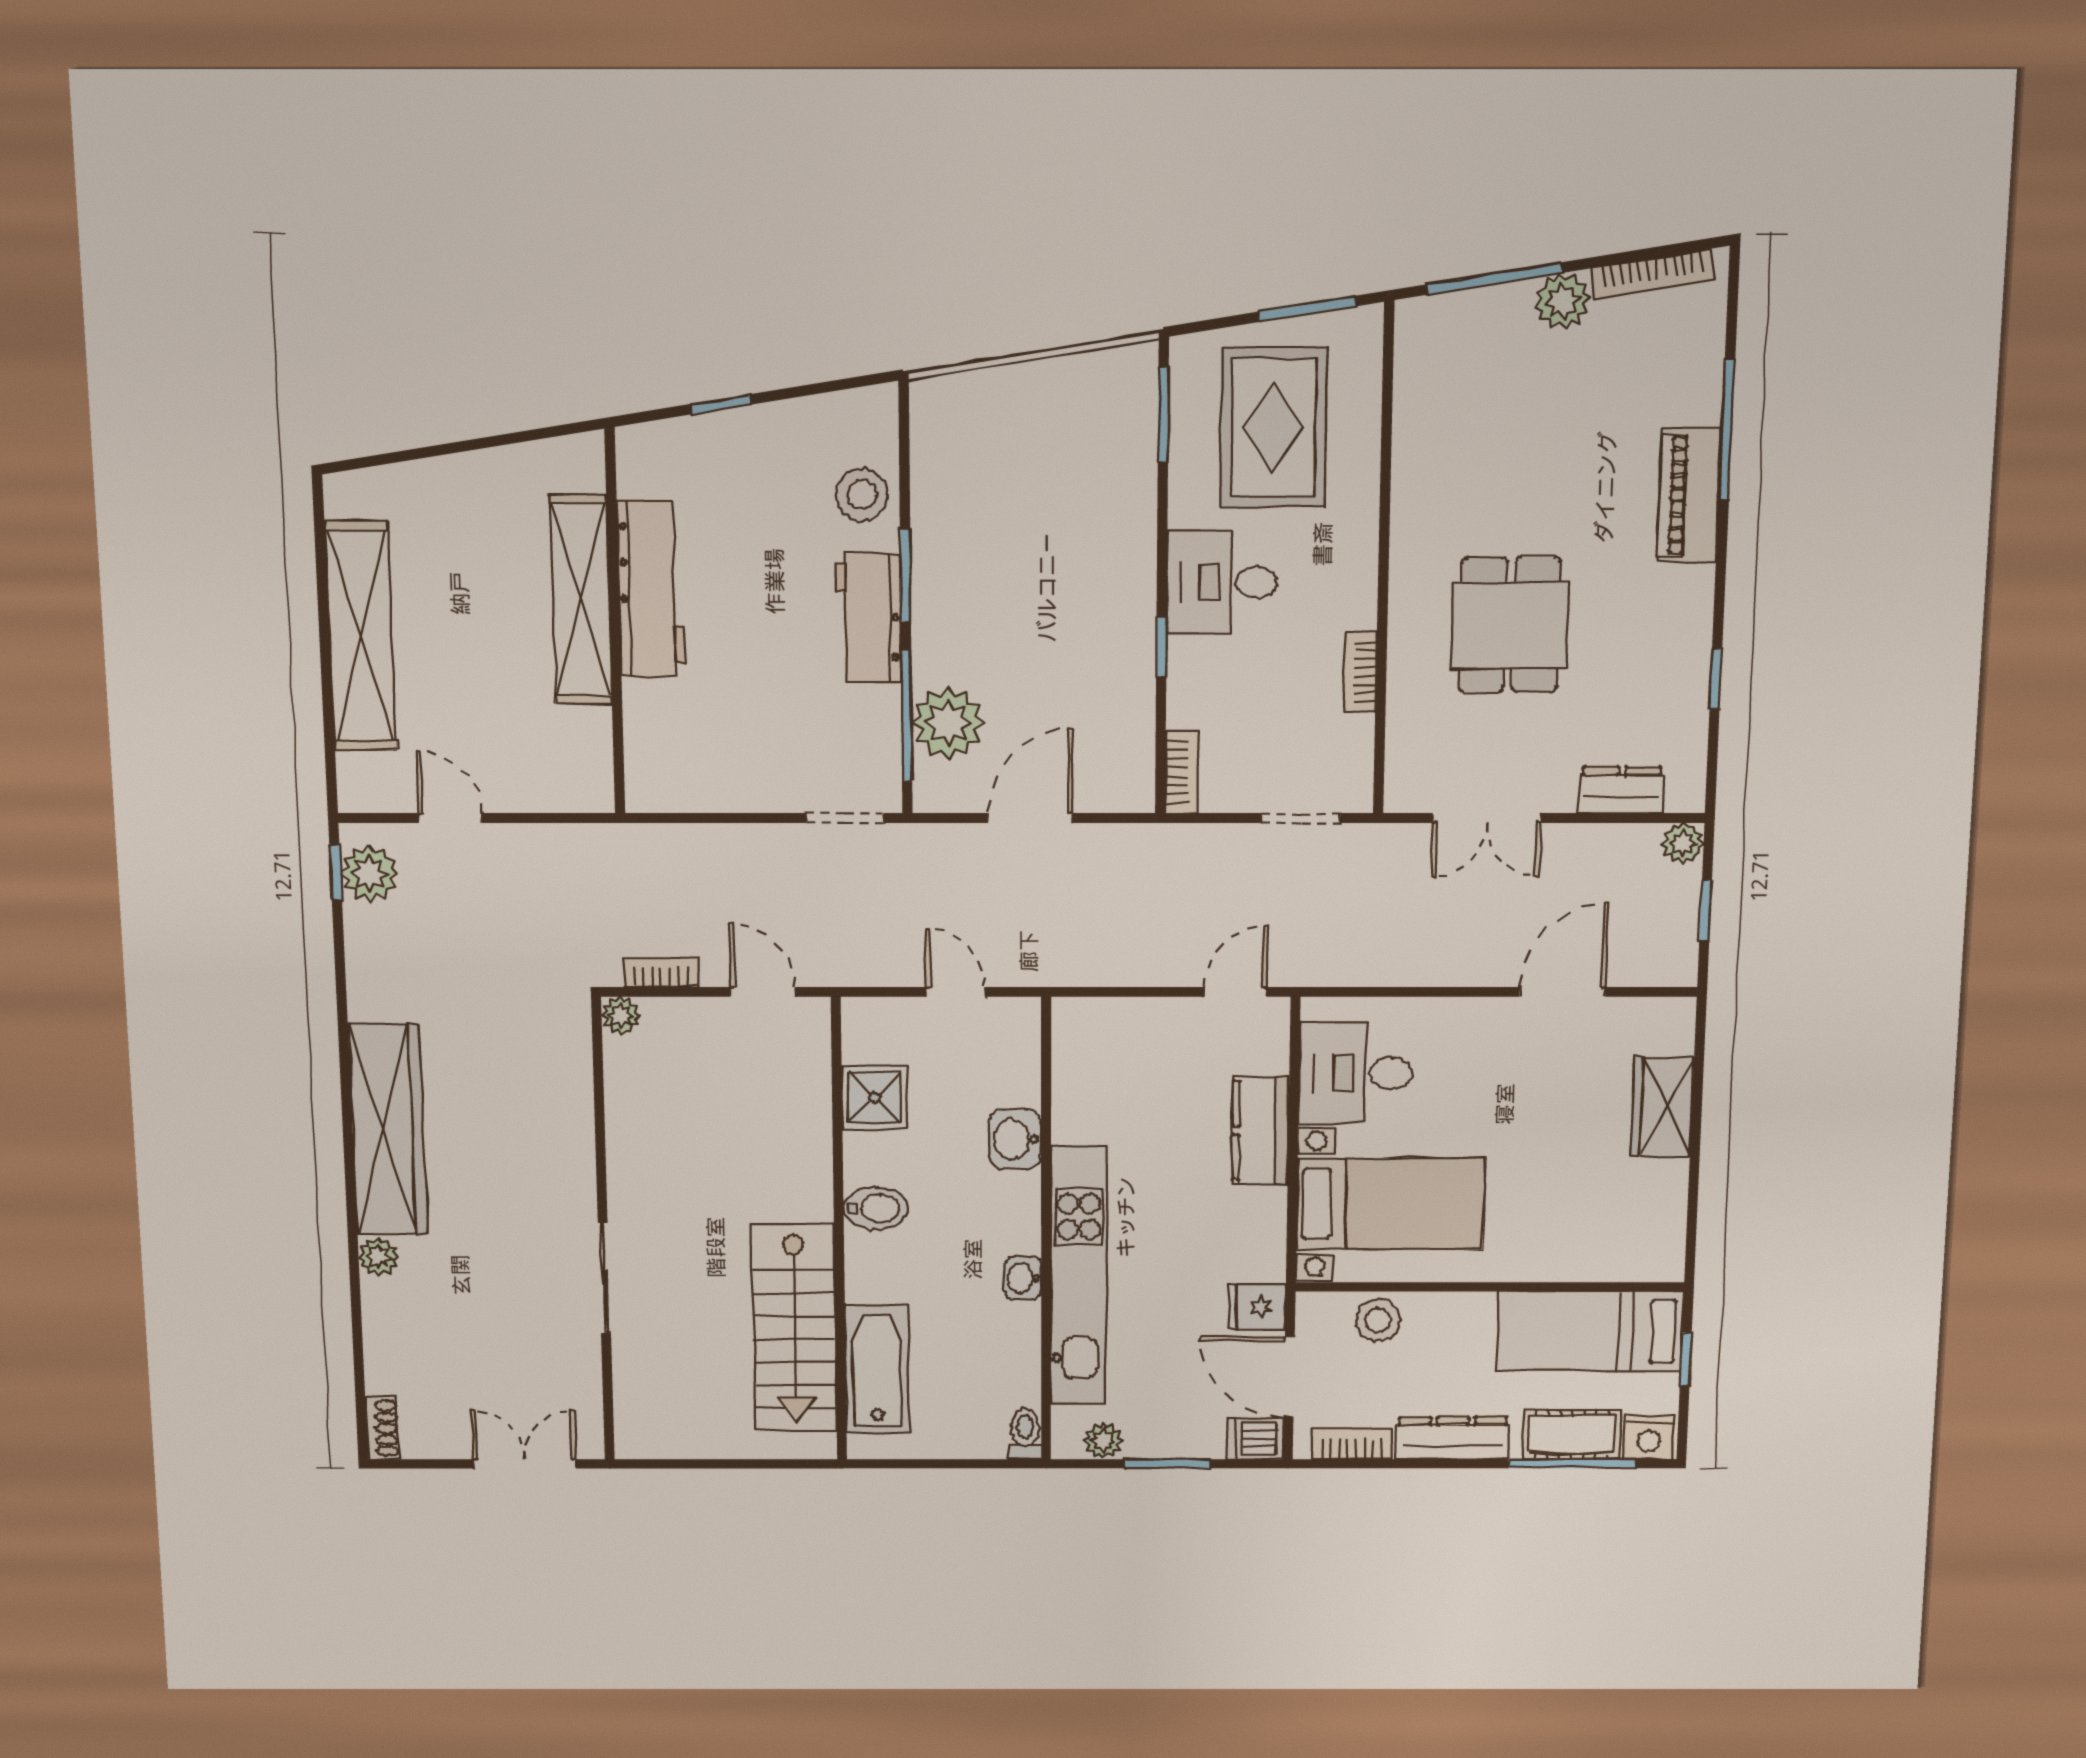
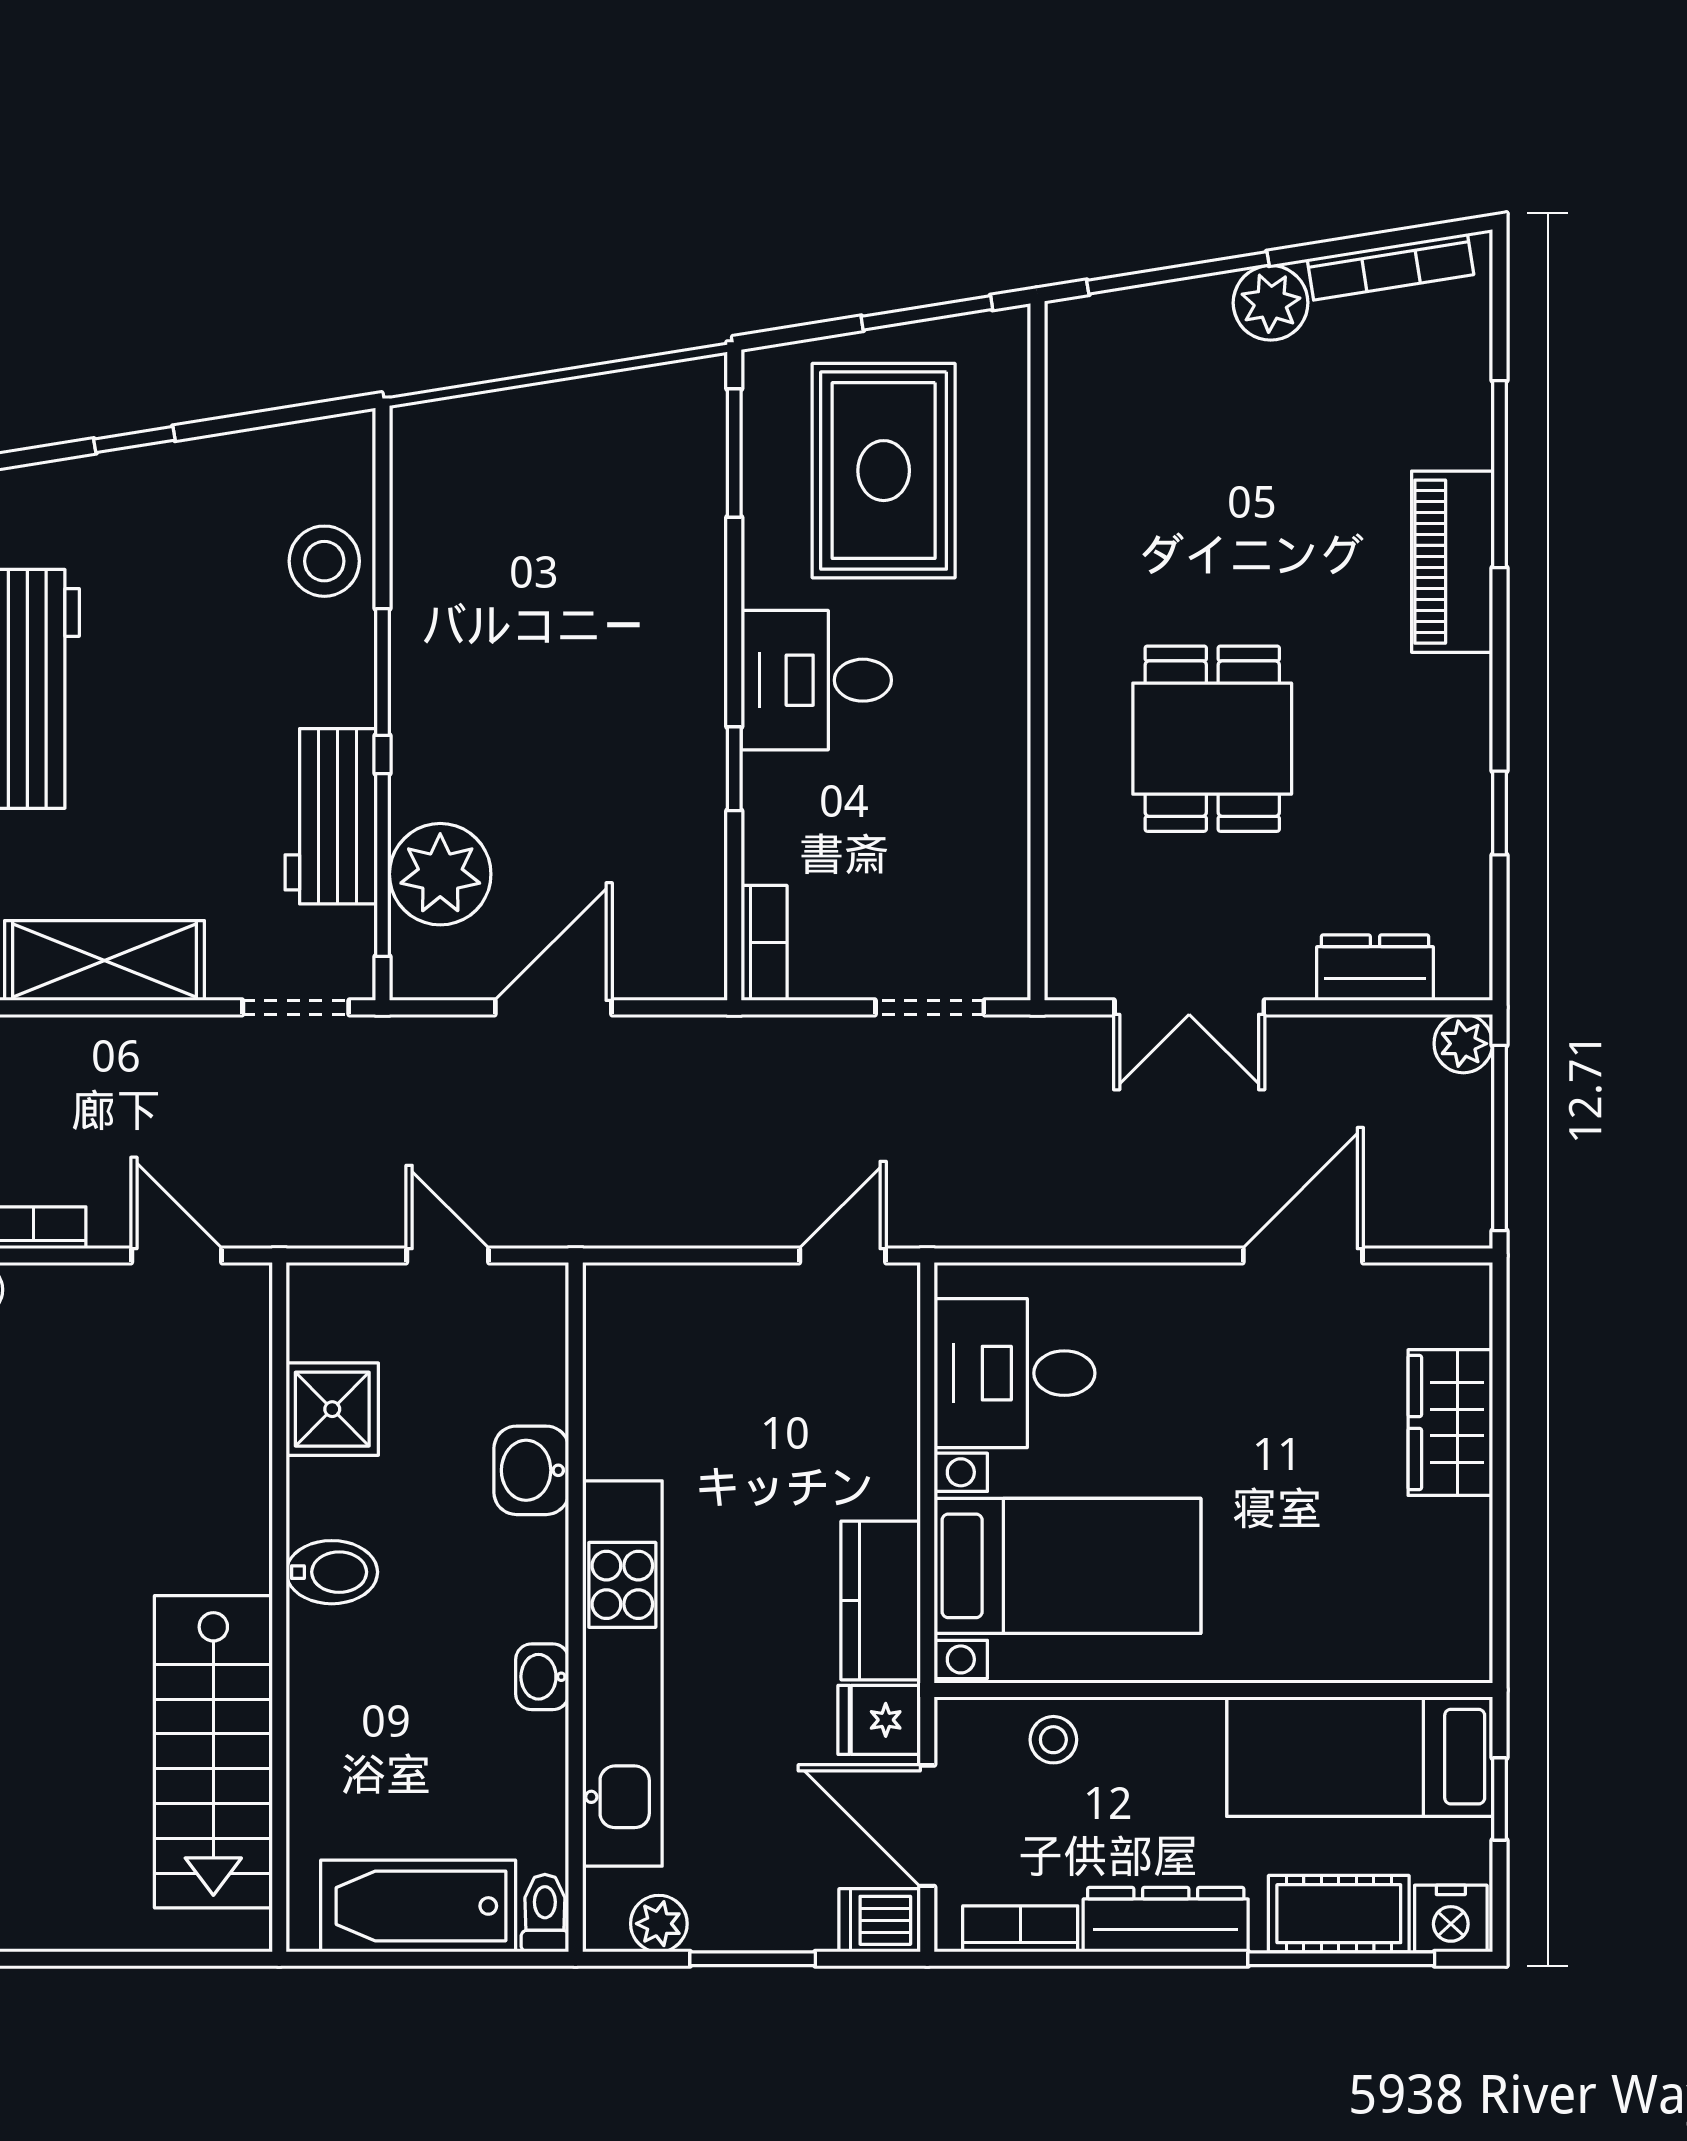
workbench: (868, 618) -> (330, 816), moved
bookcase: (1360, 672) -> (1008, 803), removed
shelving: (707, 785) -> (104, 961), added
window: (1706, 910) -> (1499, 1138), width x2.17
kitchen counter: (1261, 1131) -> (881, 1600), moved
stool: (1378, 1320) -> (1053, 1740), width x0.73, depth x0.73
bathtub: (877, 1369) -> (418, 1906), moved, turned -90

